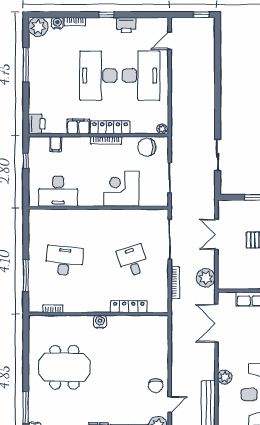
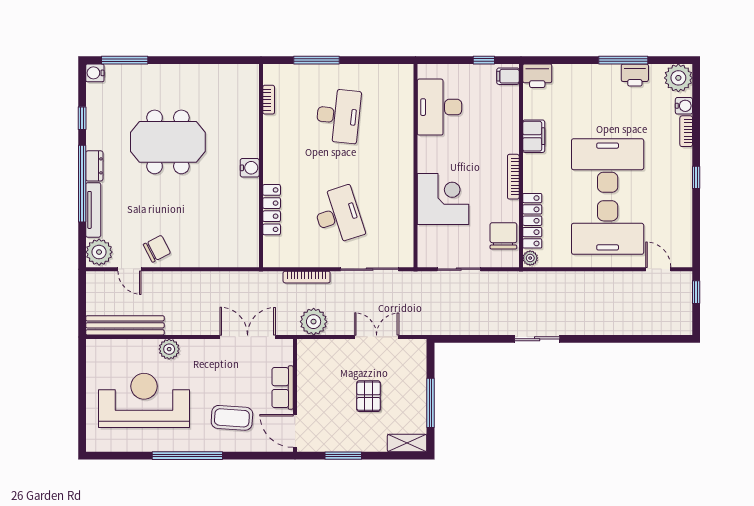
window: (201, 15) -> (696, 292), moved
printer: (126, 25) -> (635, 75), moved, turned -90
locker: (110, 127) -> (532, 221), moved
filing cabinet: (56, 144) -> (508, 76), moved
sliding door: (218, 155) -> (537, 339), moved
desk: (133, 261) -> (338, 215), width x1.37
meeting table: (64, 367) -> (168, 142), moved, turned 90
chair: (156, 386) -> (157, 249), turned 153

